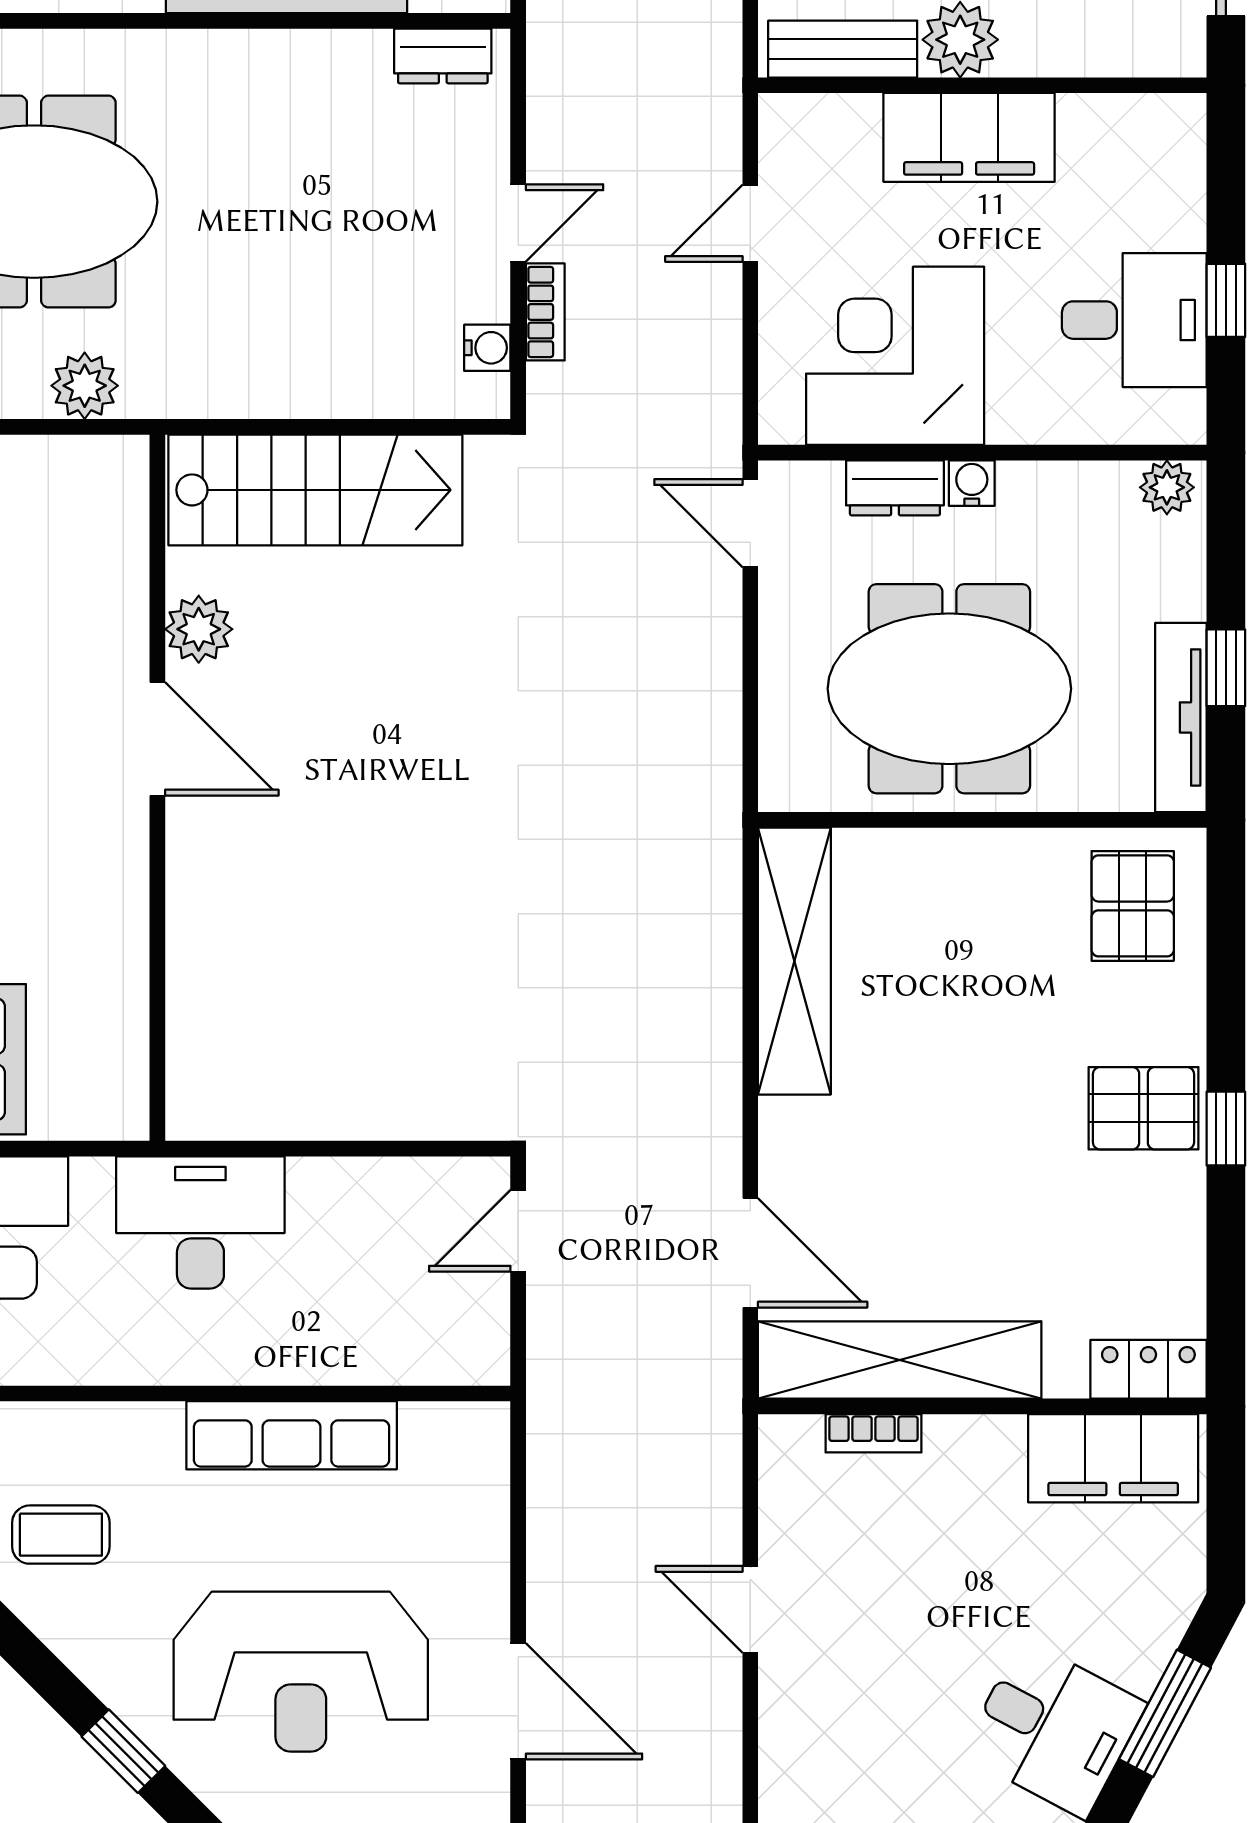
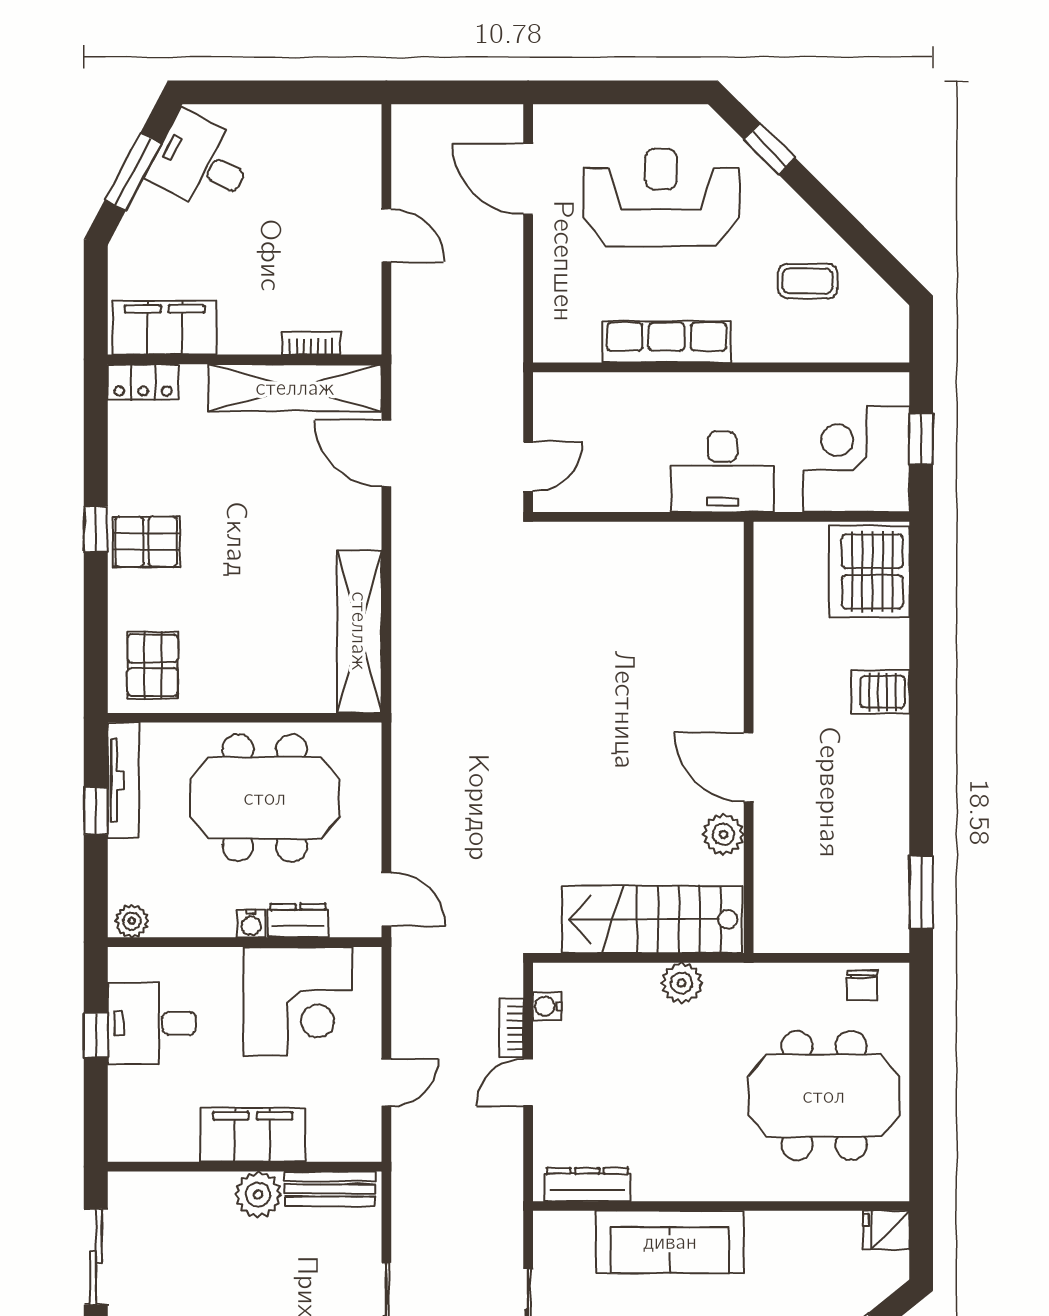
dresser: (443, 56) -> (587, 1185), width x1.44
plant: (85, 386) -> (682, 983), moved

